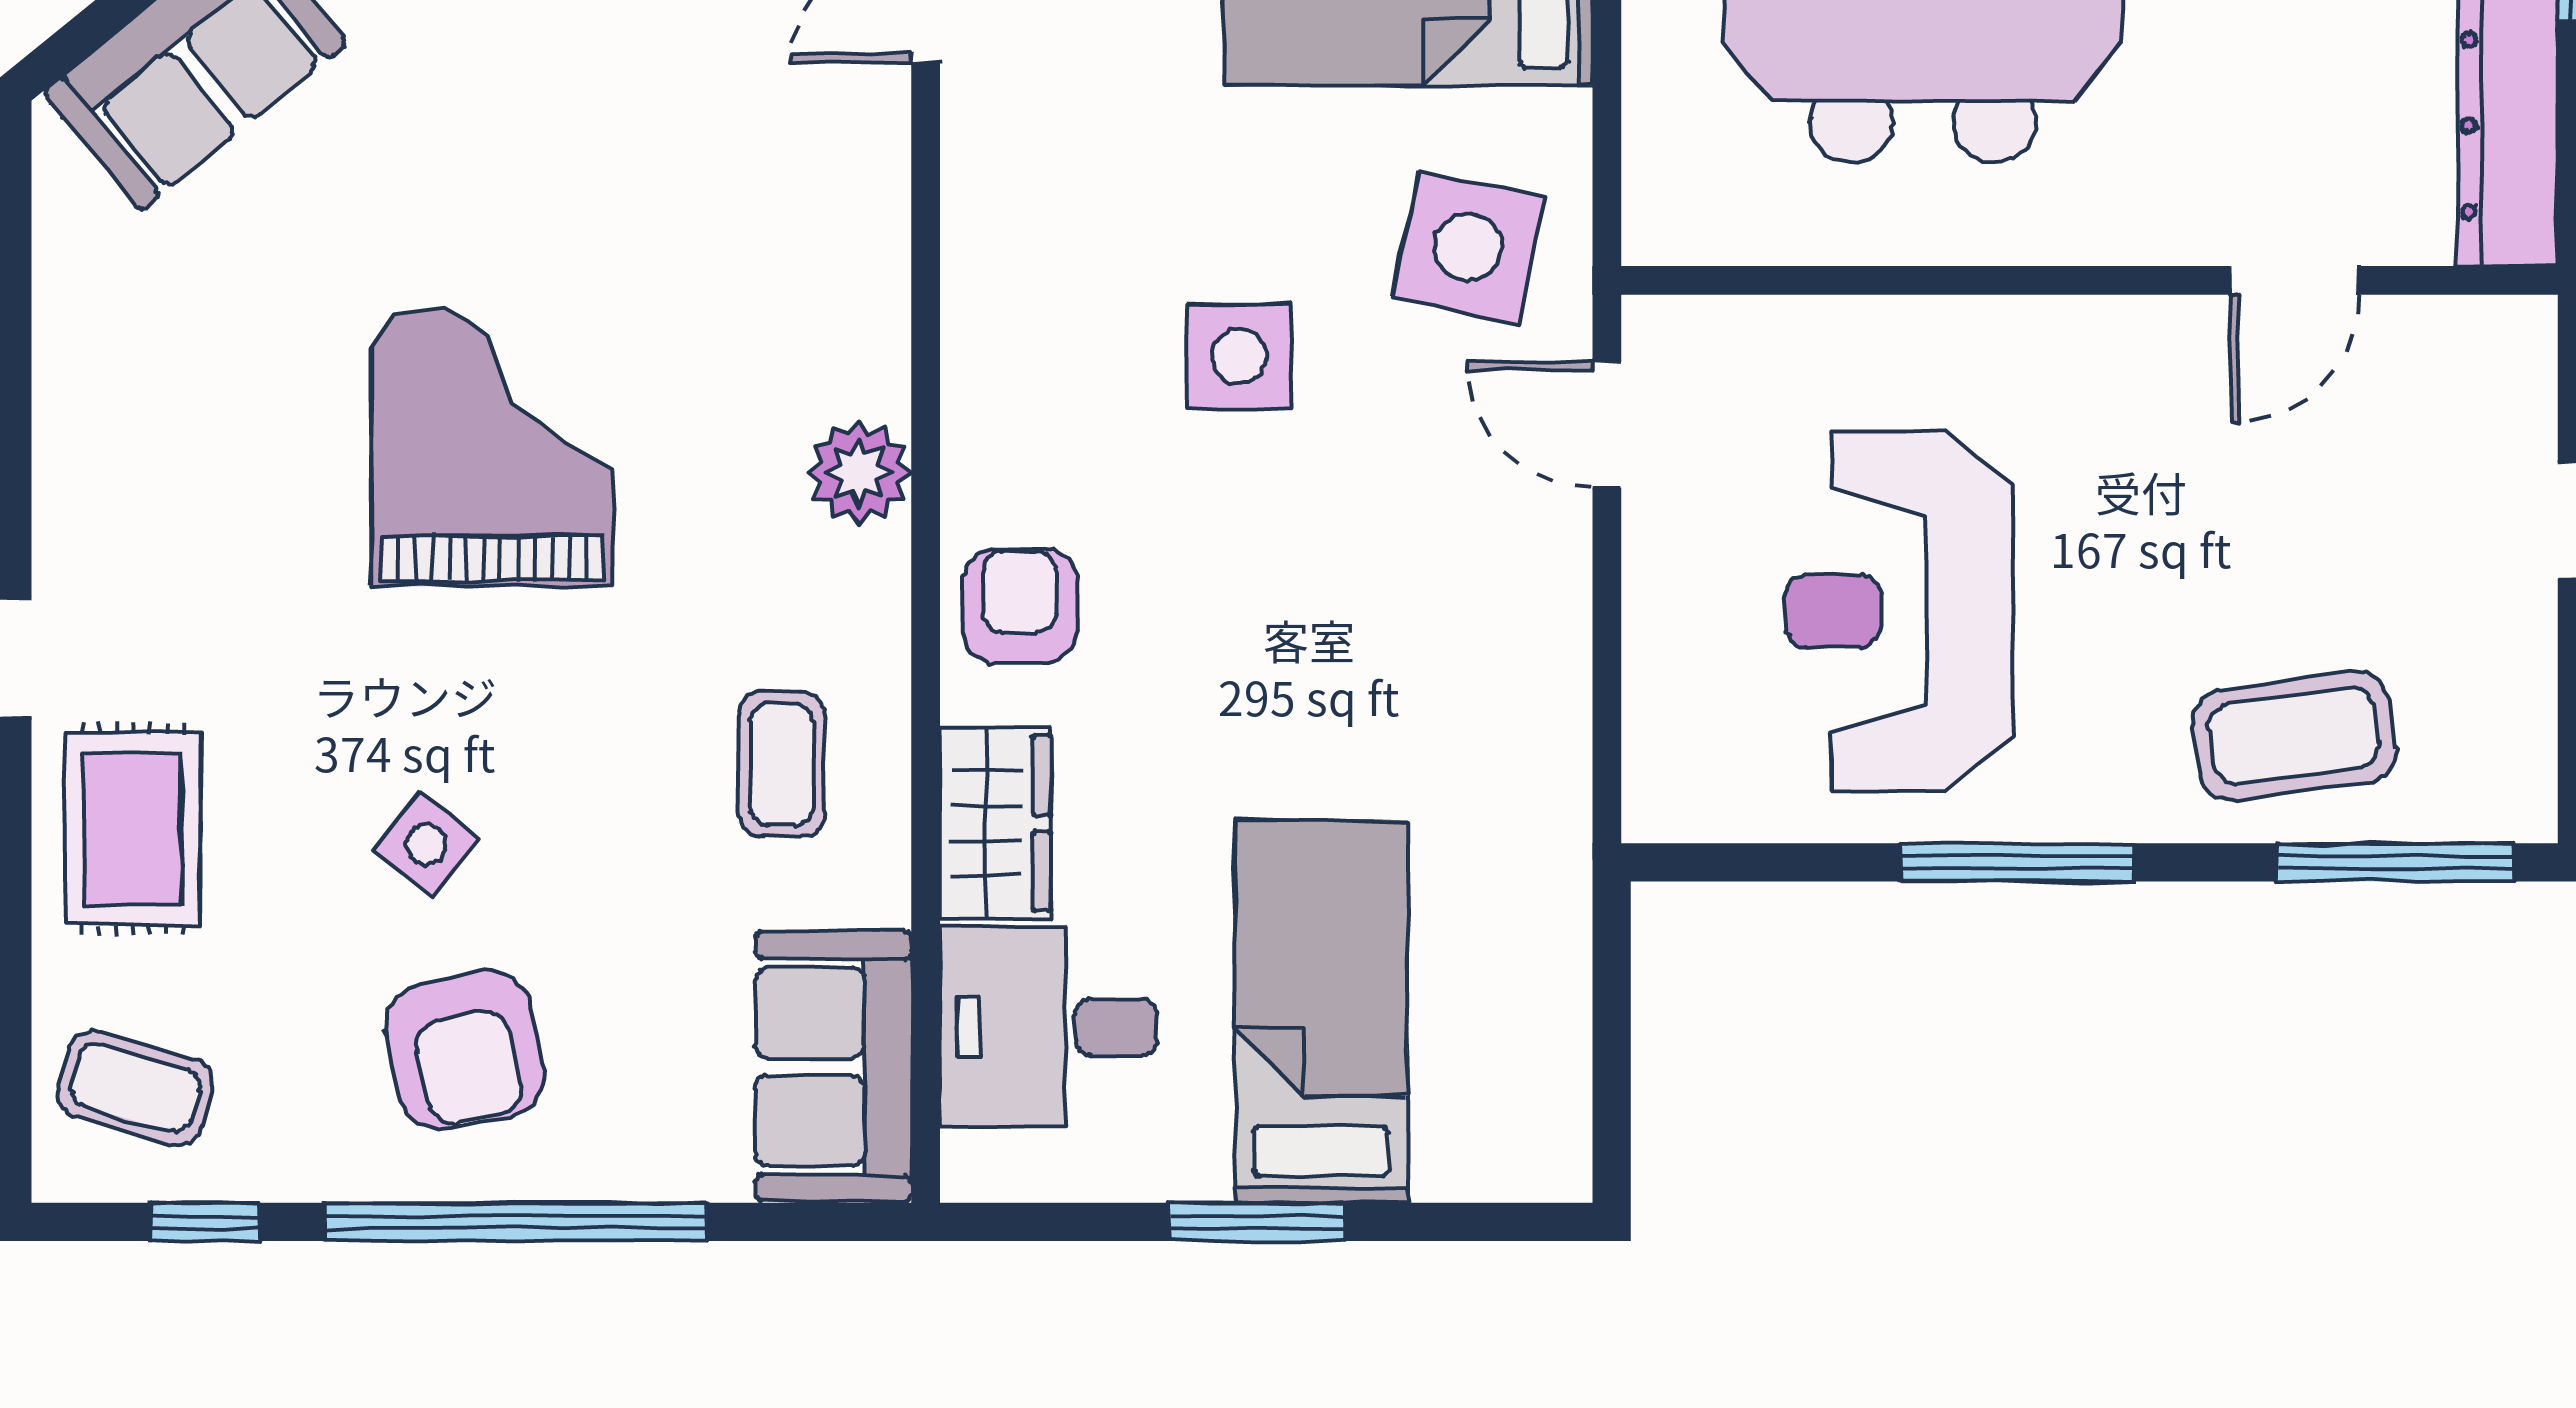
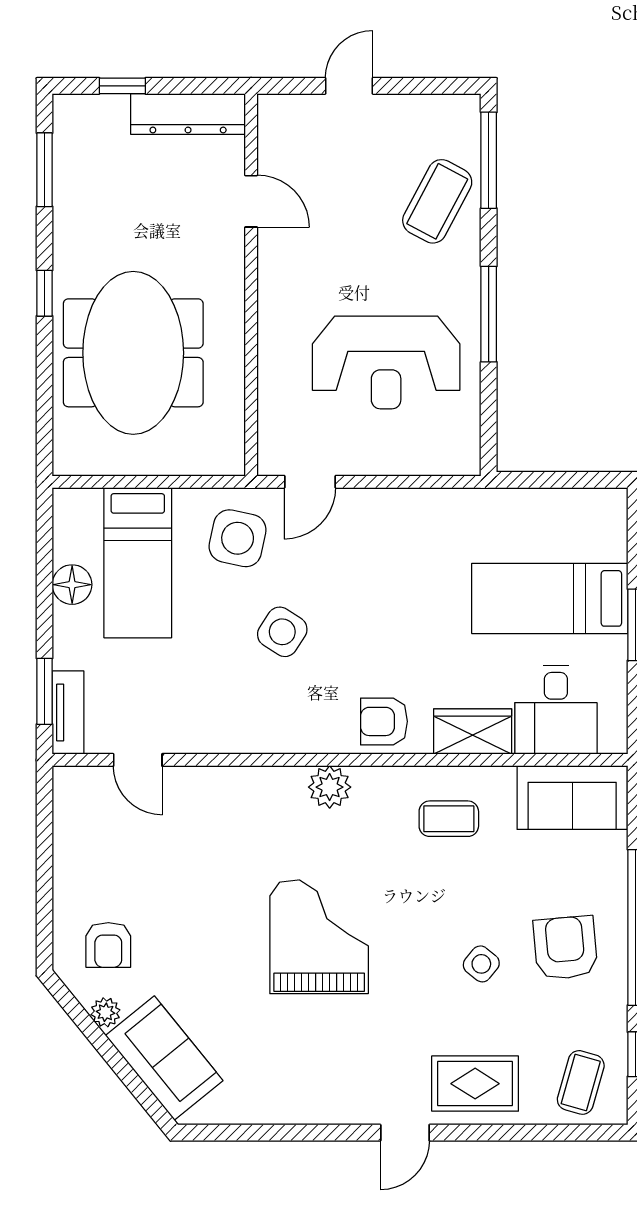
side table: (1239, 357) -> (282, 632), turned 33
grand piano: (492, 447) -> (319, 937), turned 90
coffee table: (2294, 736) -> (437, 201), turned 36
armchair: (465, 1050) -> (565, 948), turned -83

